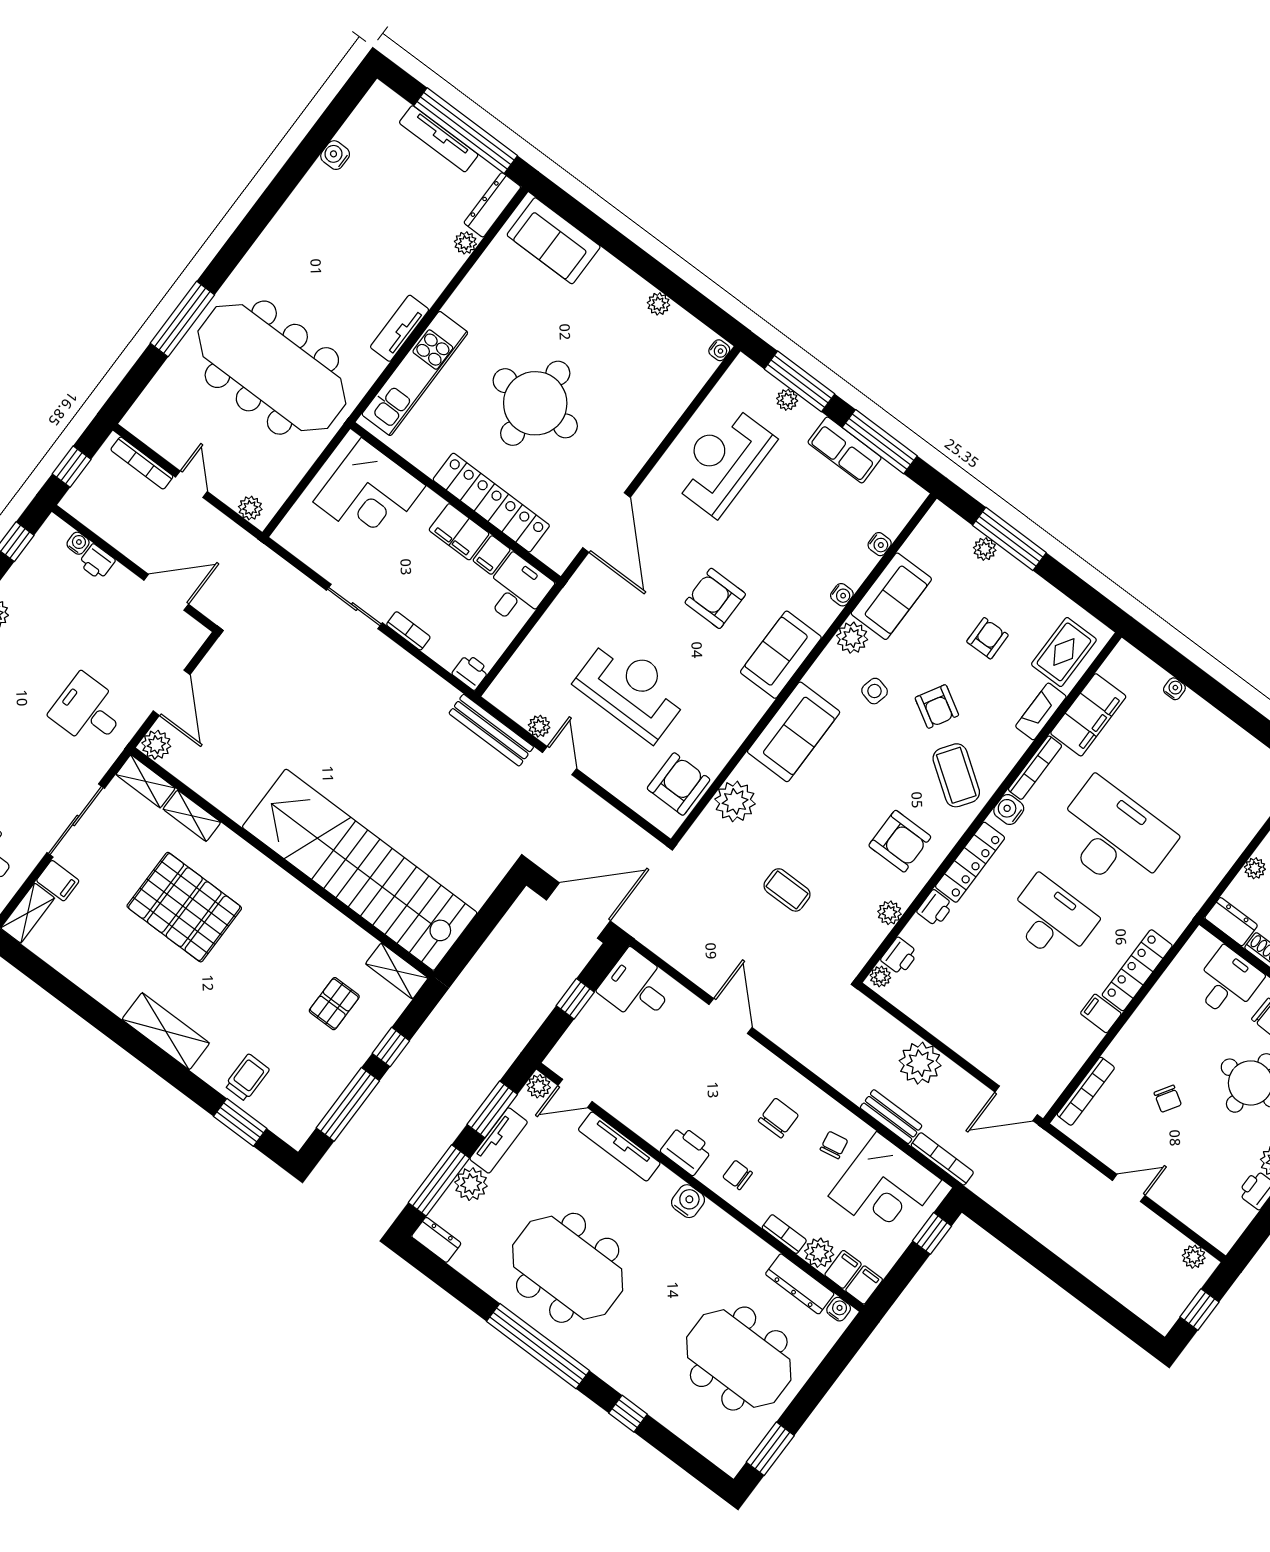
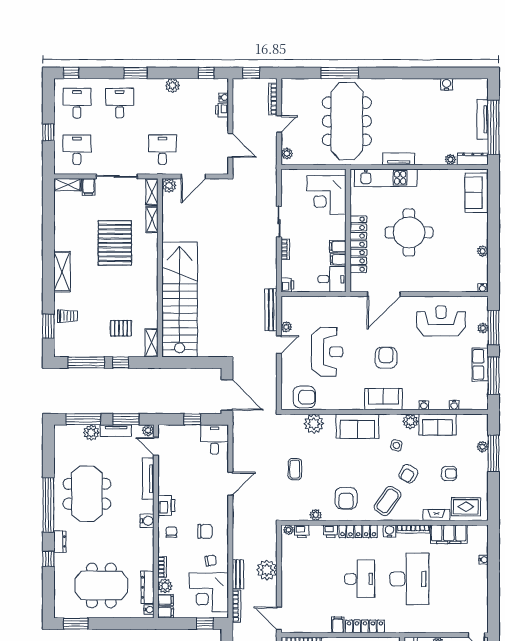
filing cabinet: (459, 532) -> (338, 246), width x0.50
dresser: (436, 1240) -> (60, 542), moved
meeting table: (739, 1359) -> (101, 585), turned 90

